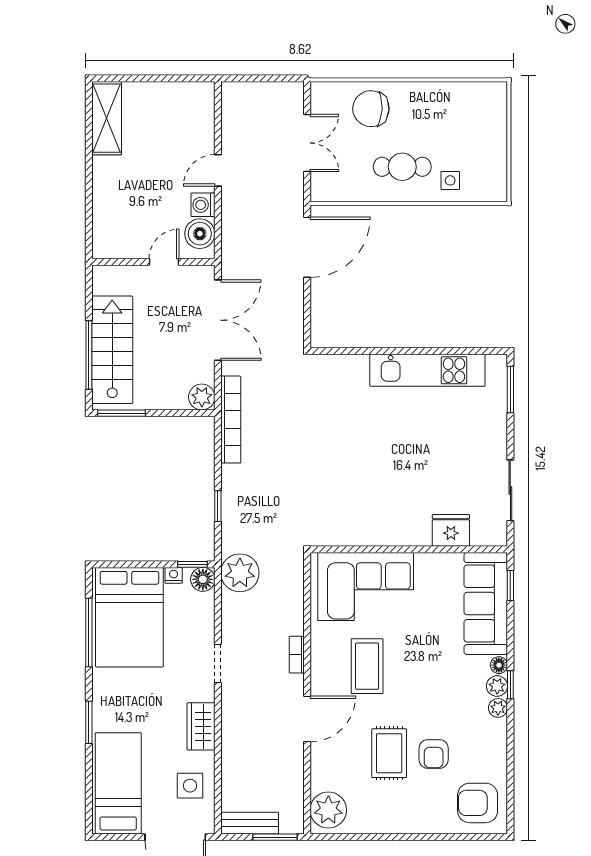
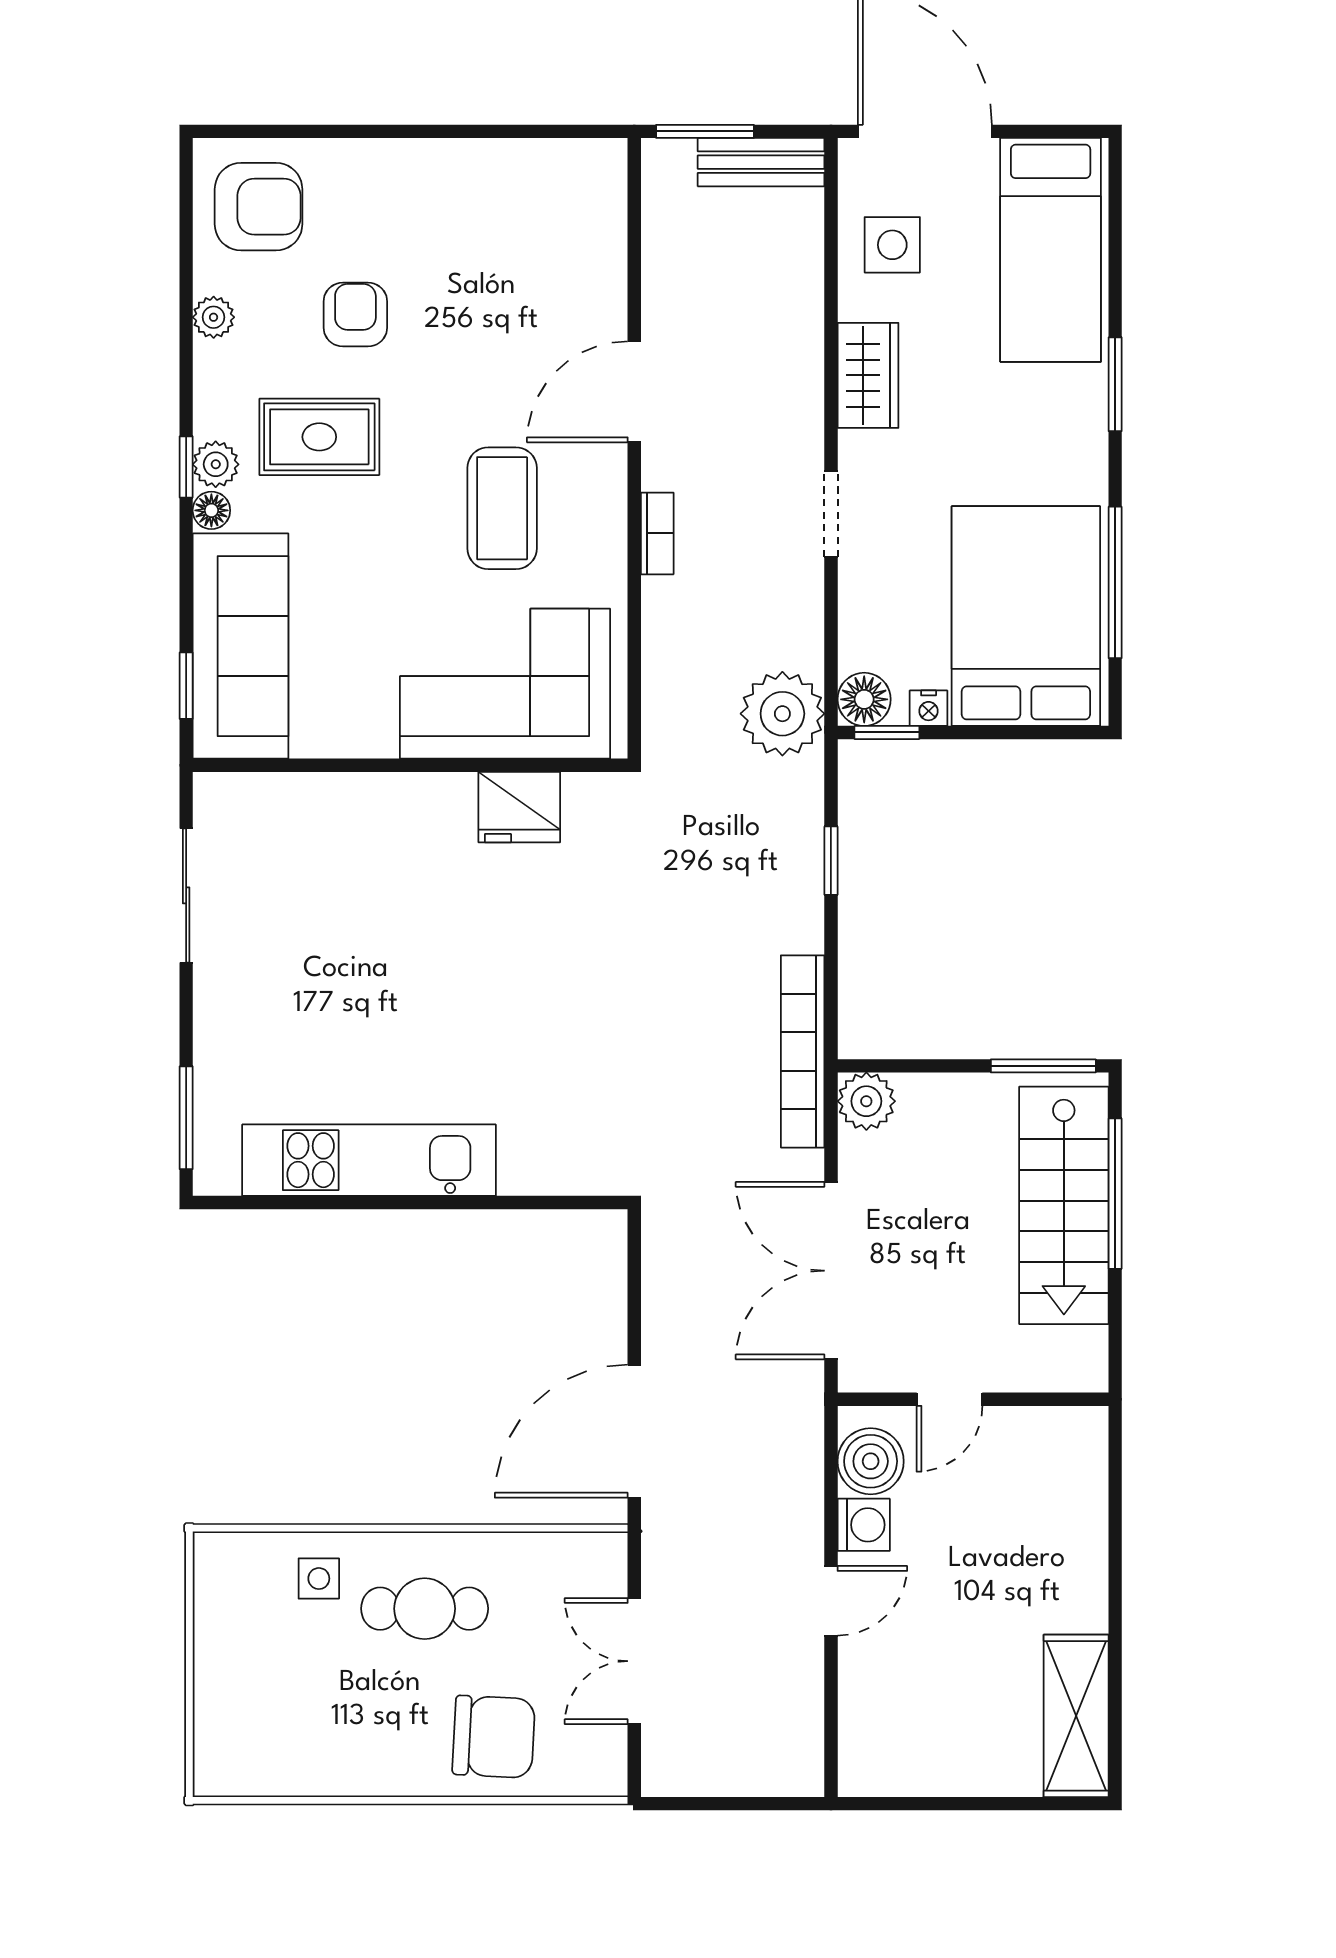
fridge: (451, 530) -> (519, 807), moved
plant: (498, 708) -> (214, 317), moved
rug: (389, 753) -> (319, 437), moved, turned 90
plant: (328, 810) -> (588, 191), removed

